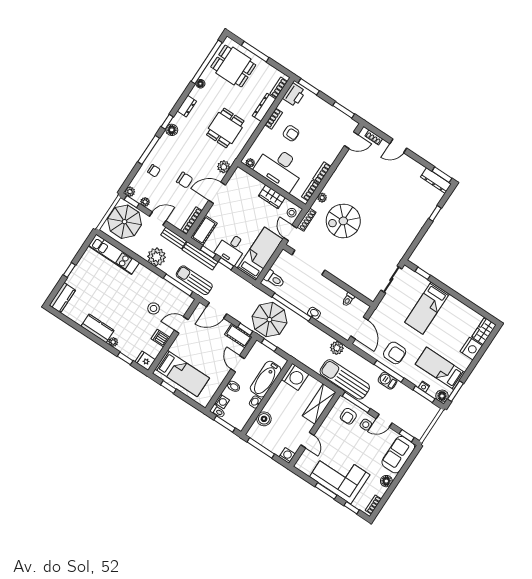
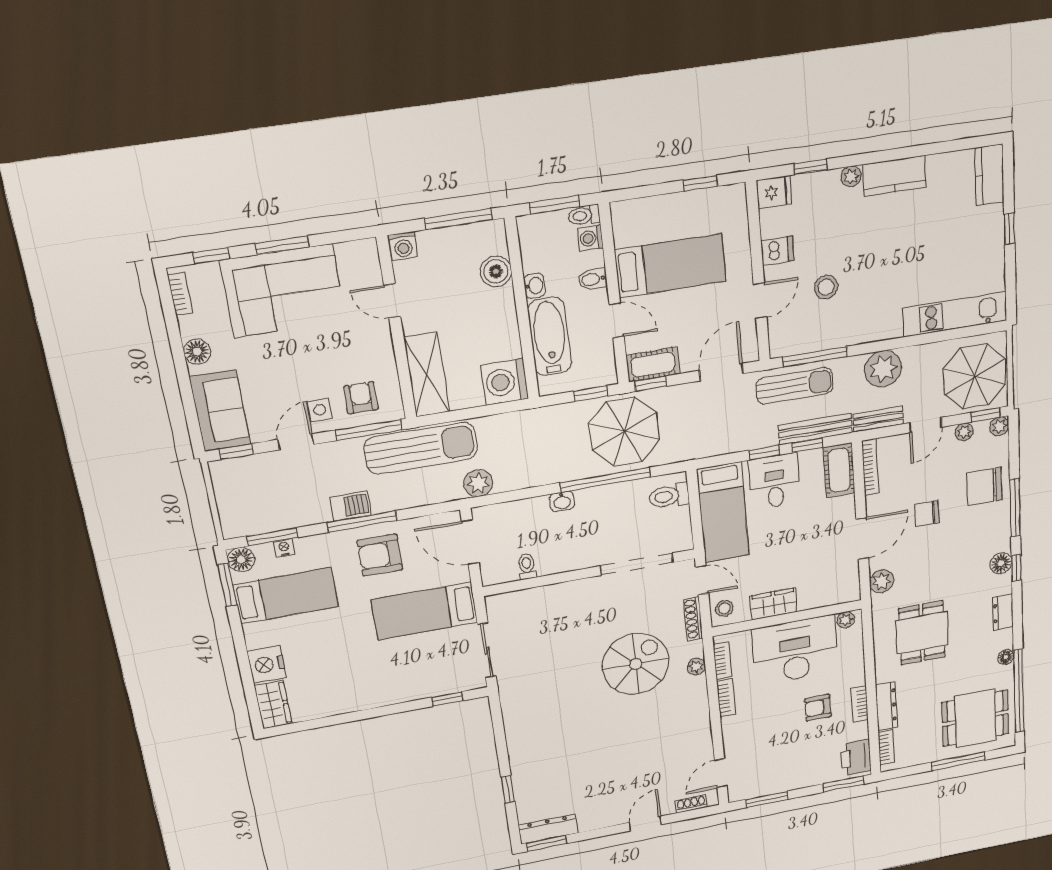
chair: (154, 171) -> (984, 486), width x1.87, depth x1.87
bed: (427, 308) -> (425, 611), moved, turned -90
bed: (182, 374) -> (670, 266), moved, turned 180

